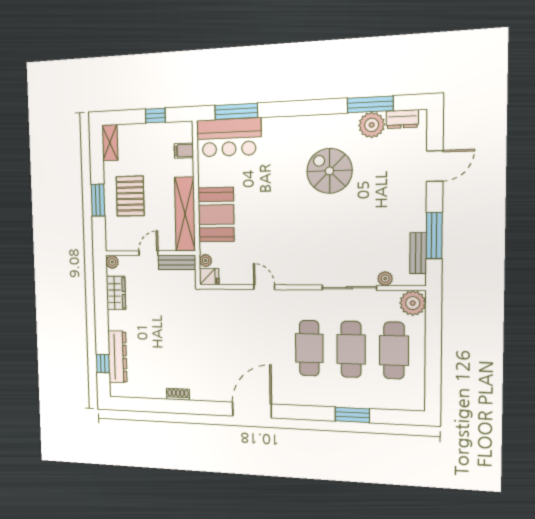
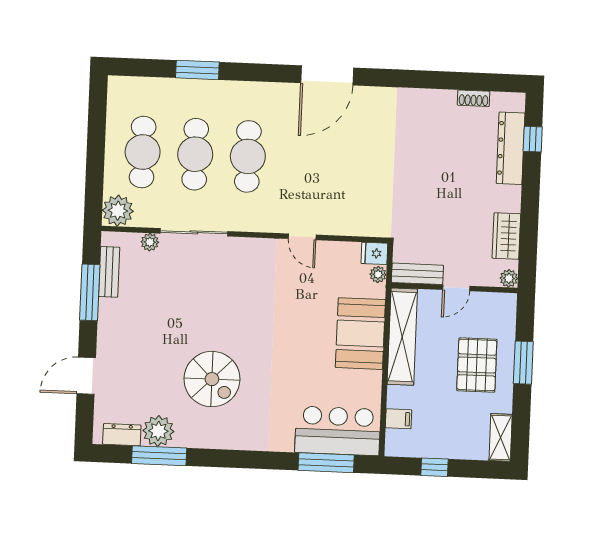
shoe rack: (178, 394) -> (474, 98), moved

